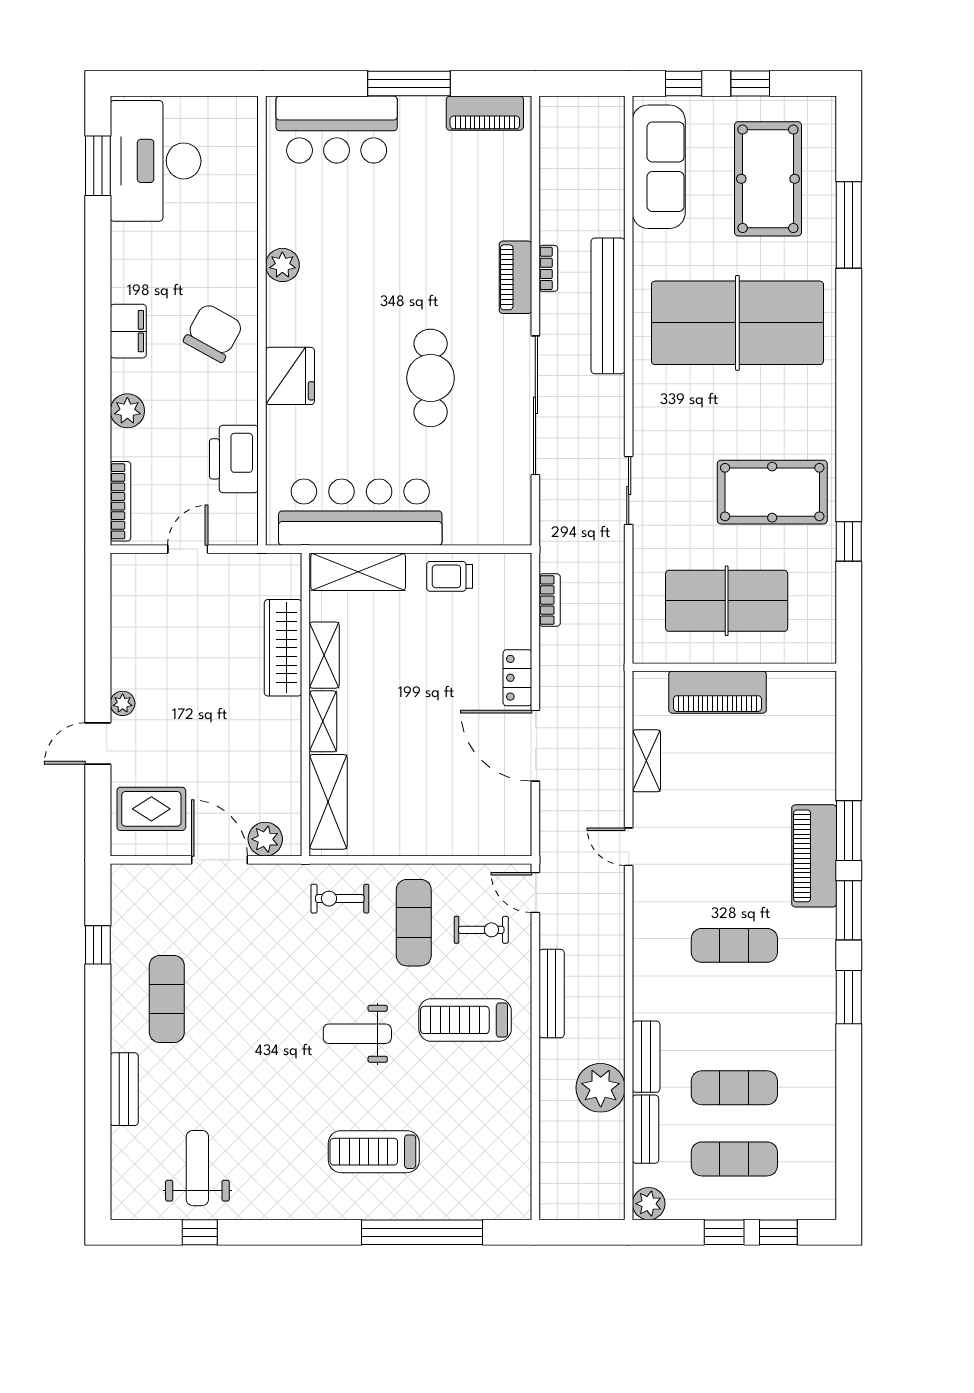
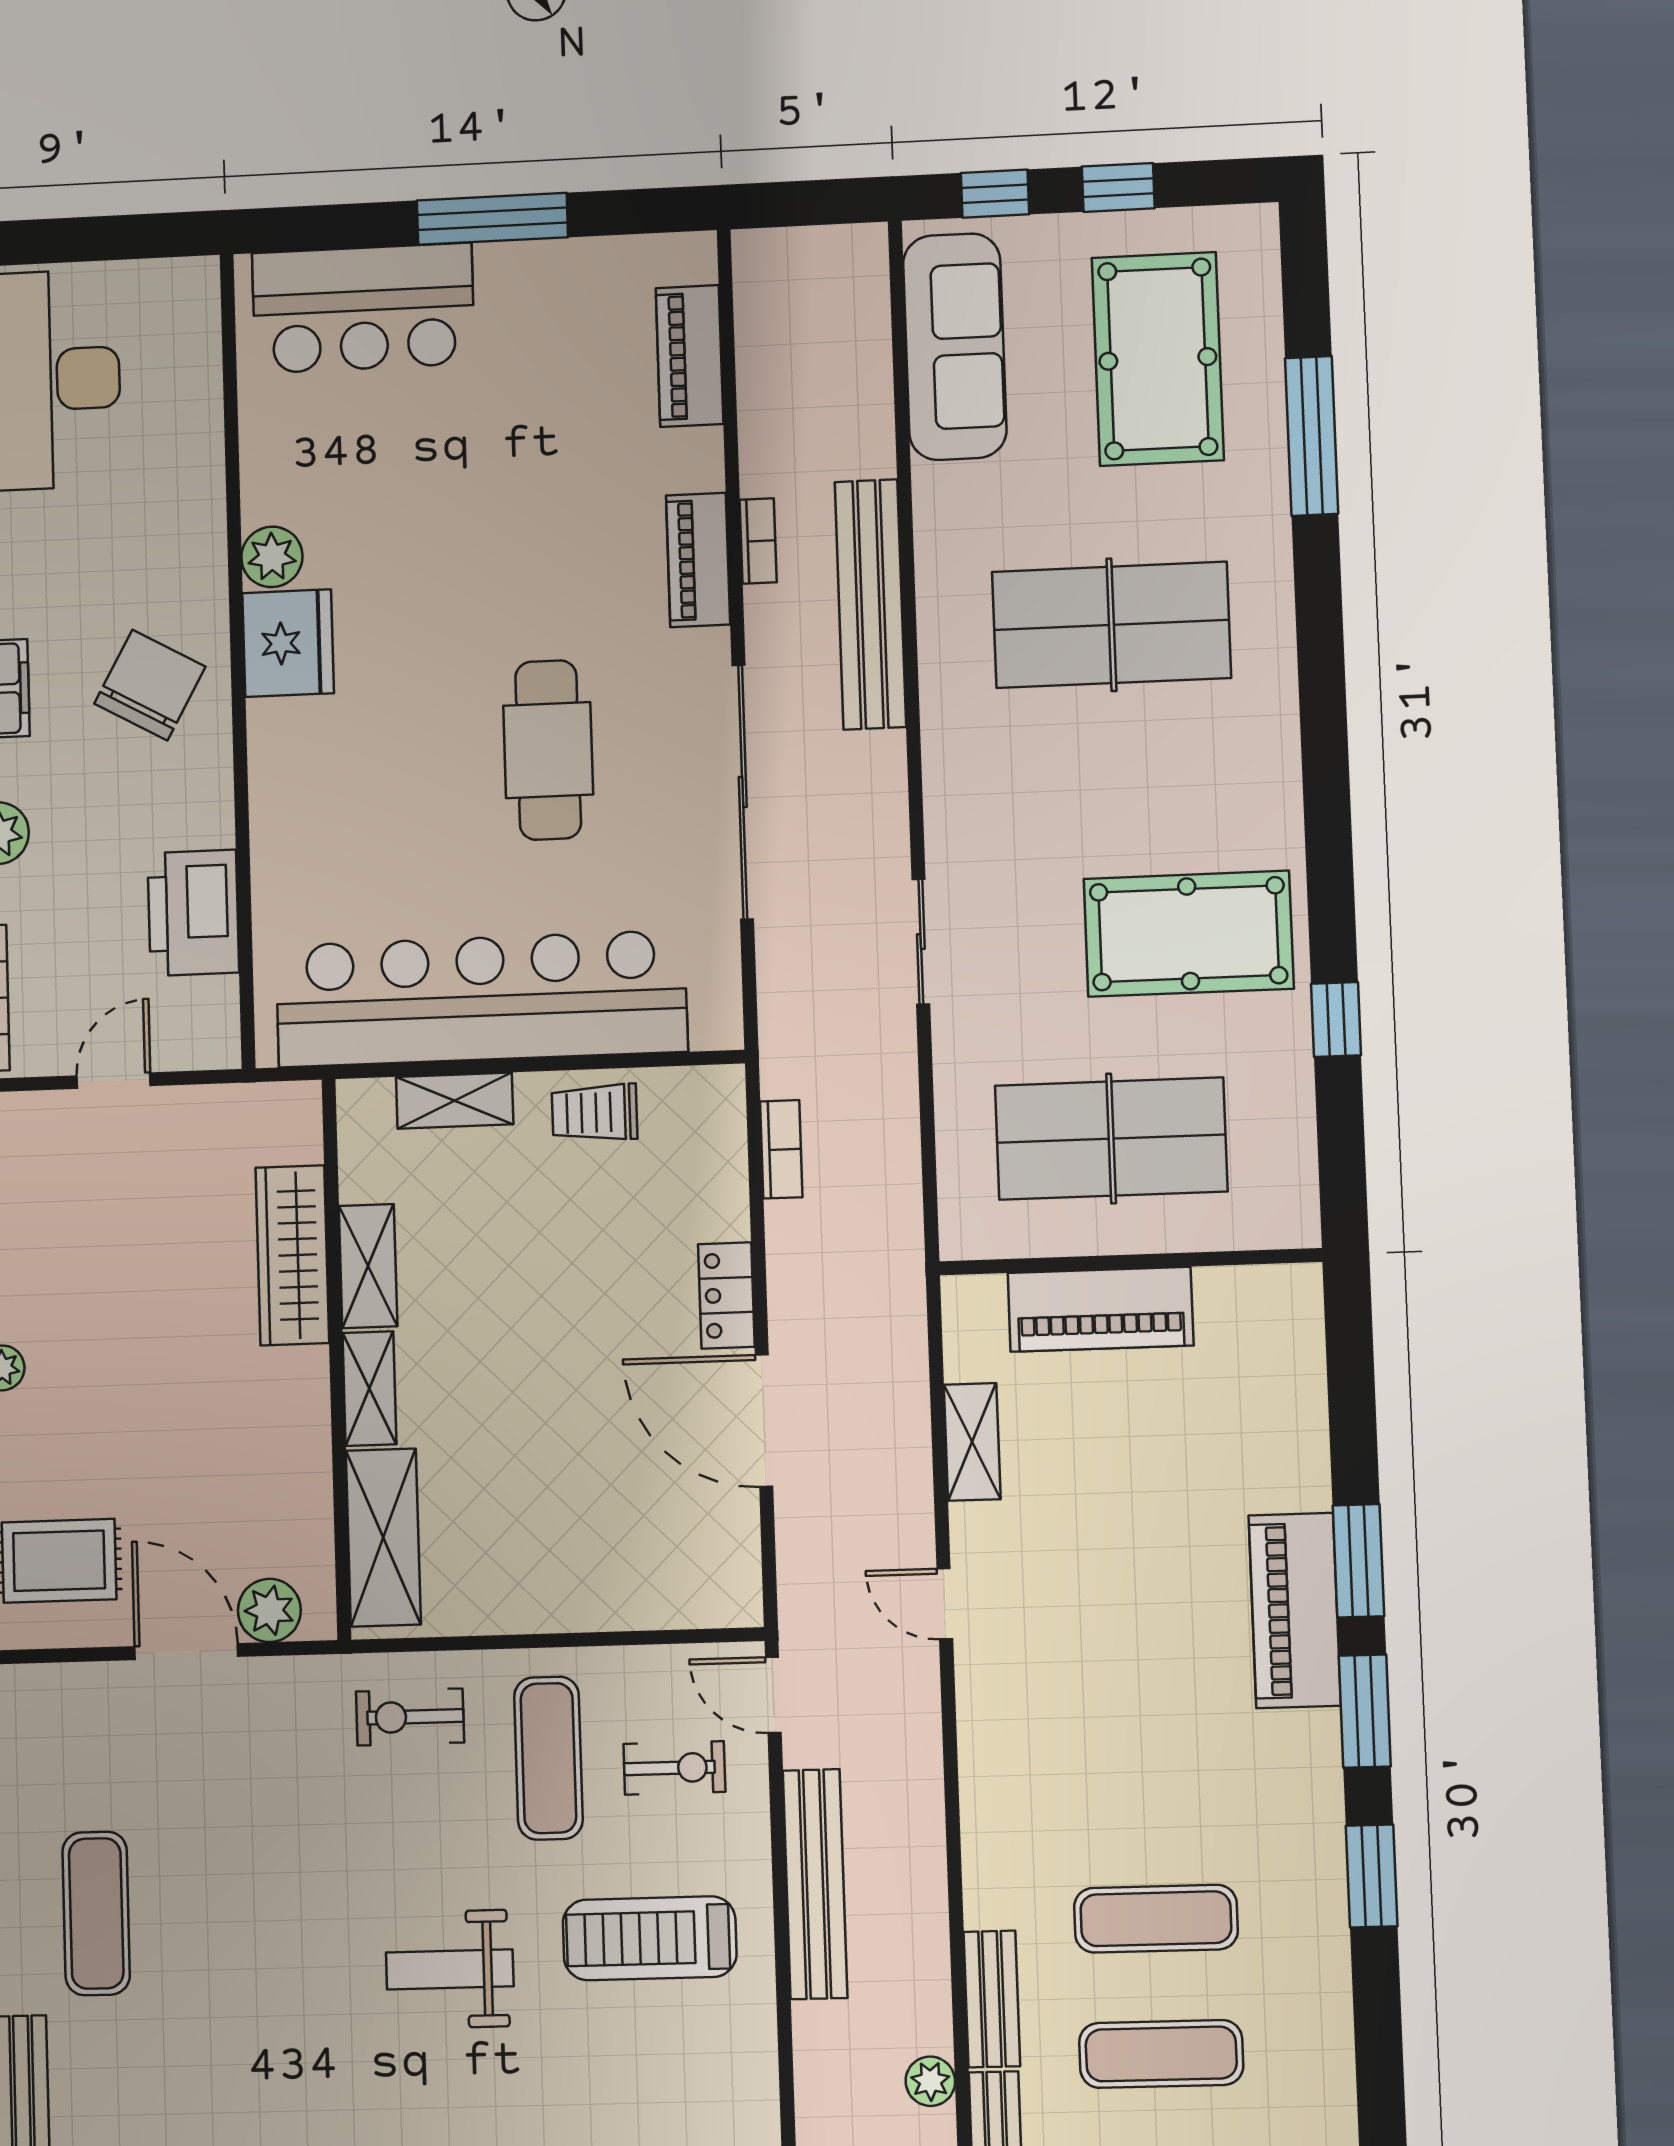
piano: (485, 113) -> (690, 356), moved, turned 90
table tennis table: (737, 323) -> (1111, 625), width x0.73, depth x0.76
fridge: (290, 376) -> (288, 643), moved
bar counter: (360, 512) -> (481, 999), width x1.36
shelving: (358, 572) -> (455, 1101), width x0.67, depth x0.75
exercise mat: (734, 945) -> (1156, 1919), moved
bench: (552, 994) -> (815, 1884), width x1.37, depth x1.21
plant: (601, 1088) -> (930, 2081), width x0.53, depth x0.53

